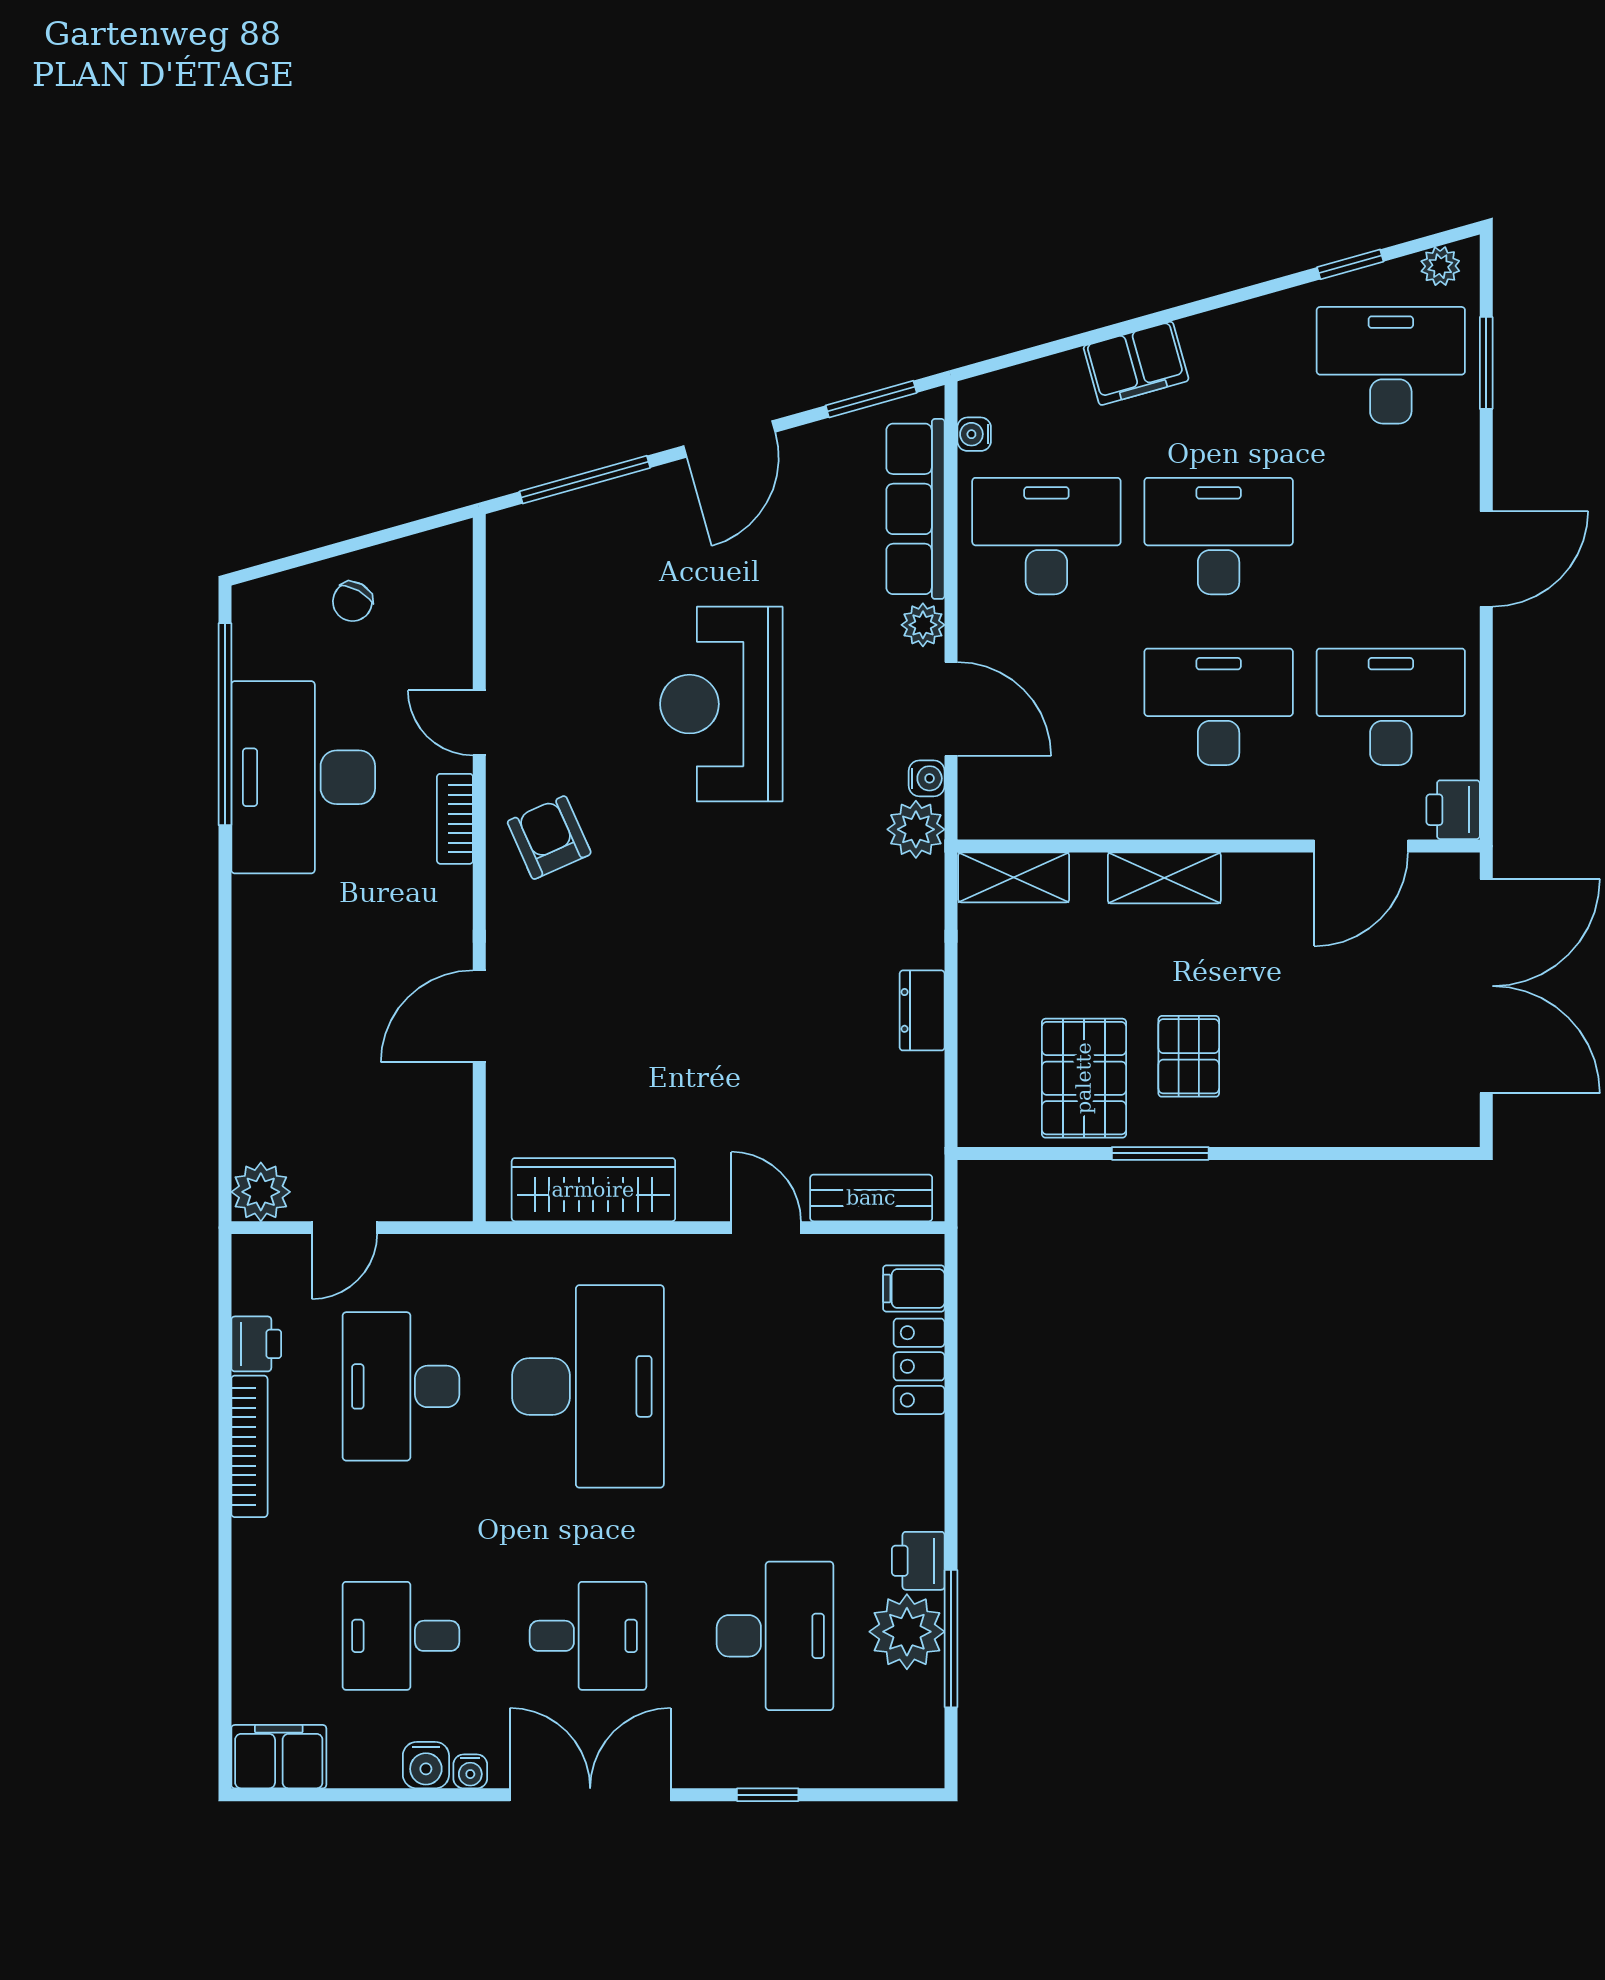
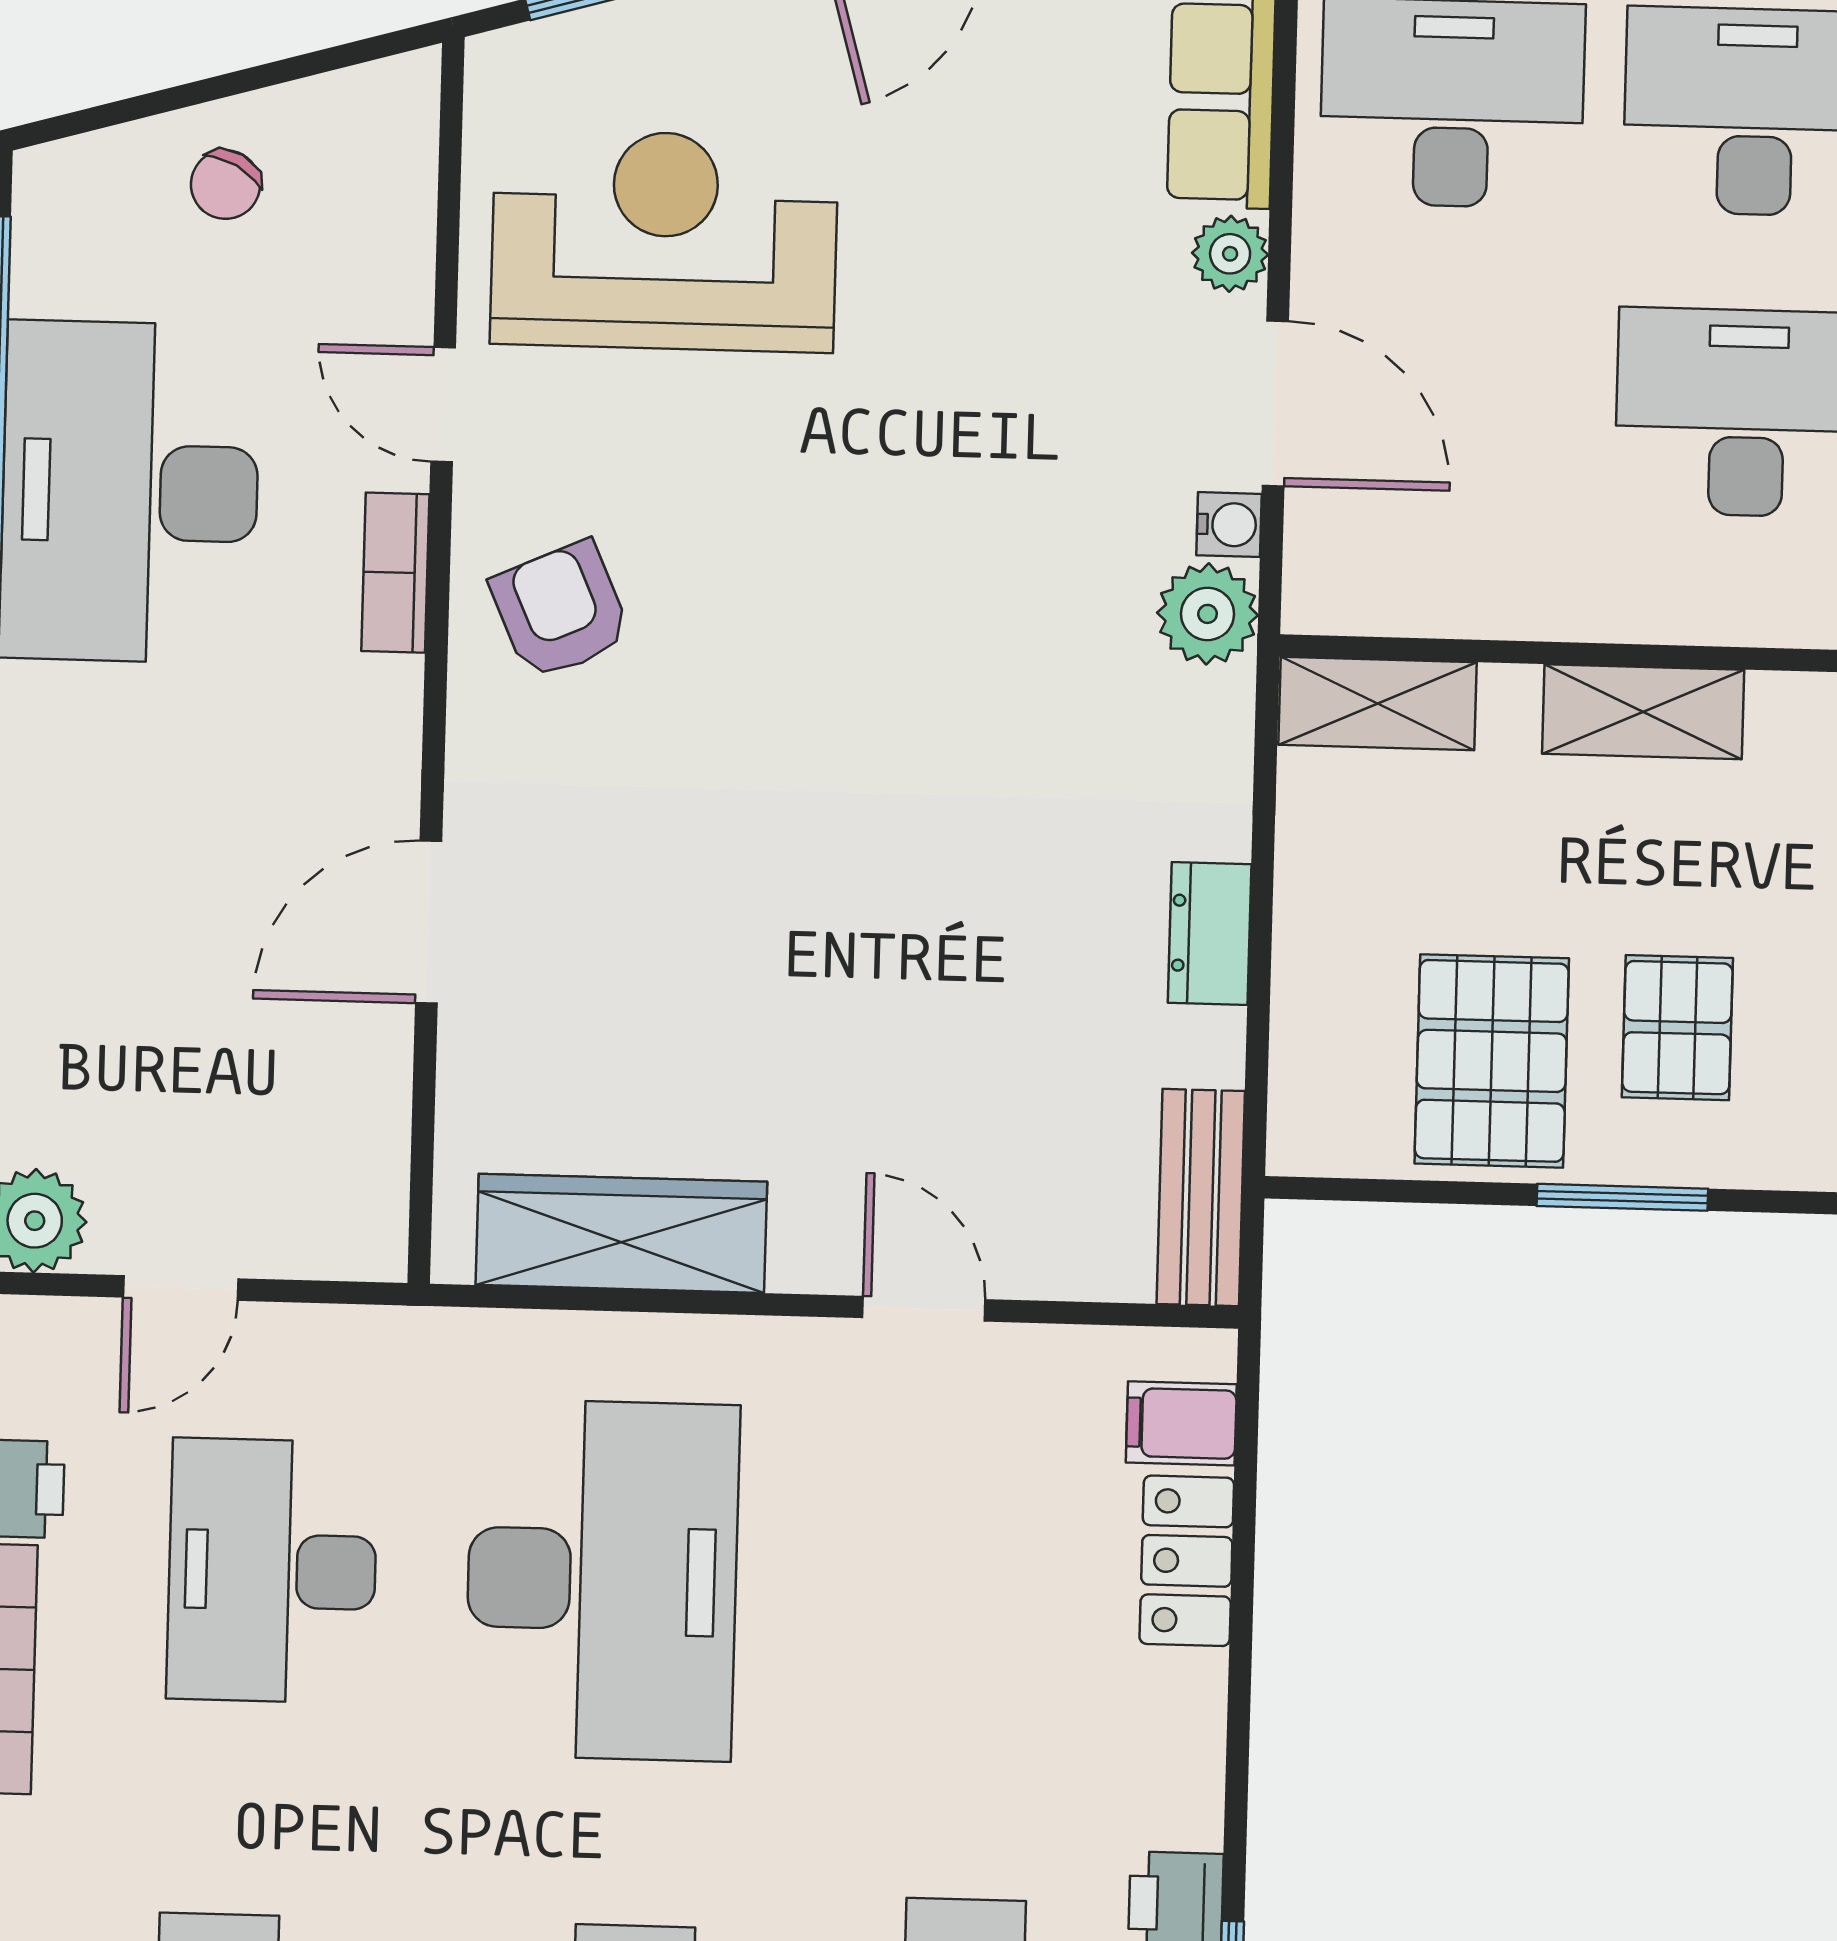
reception desk: (721, 704) -> (664, 241), moved, turned 90
bench: (871, 1198) -> (1201, 1197), moved, turned 90

